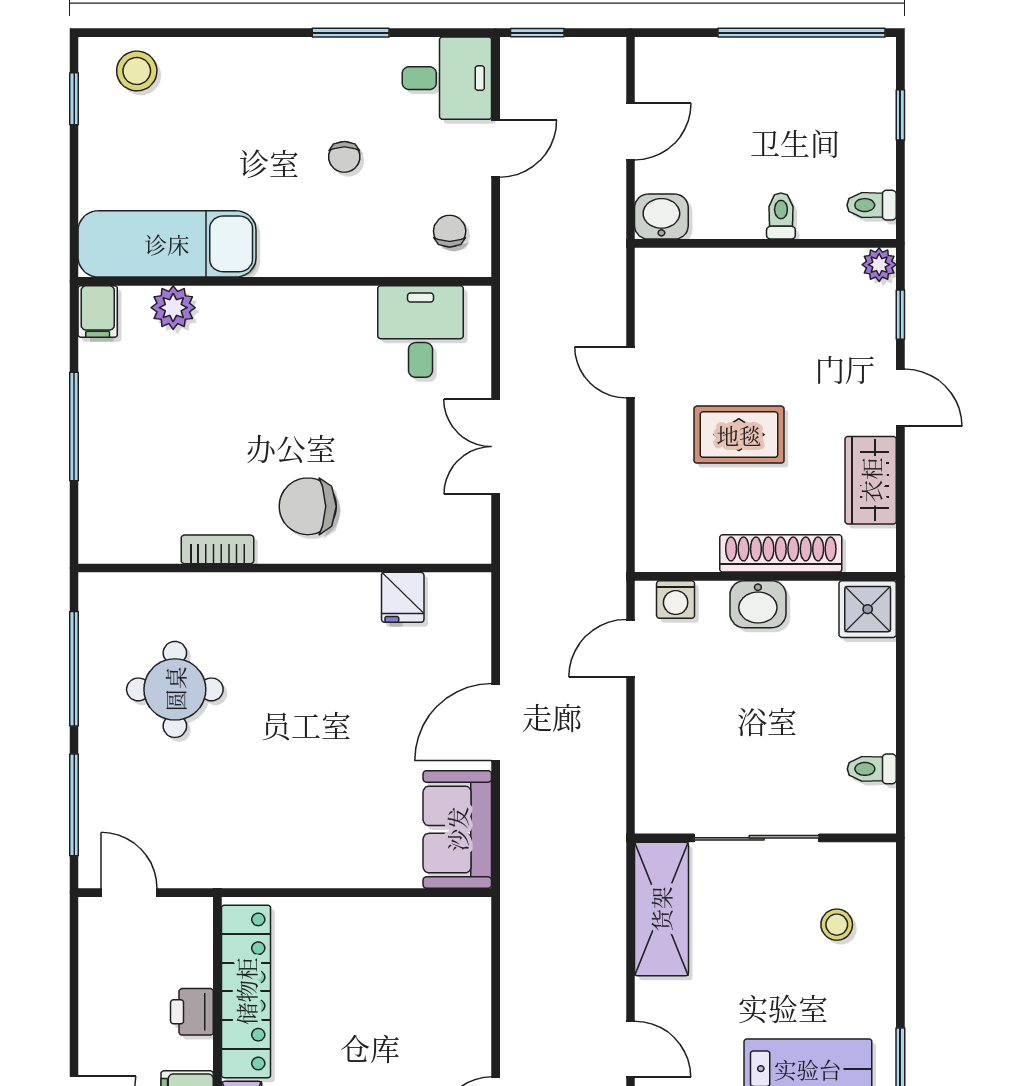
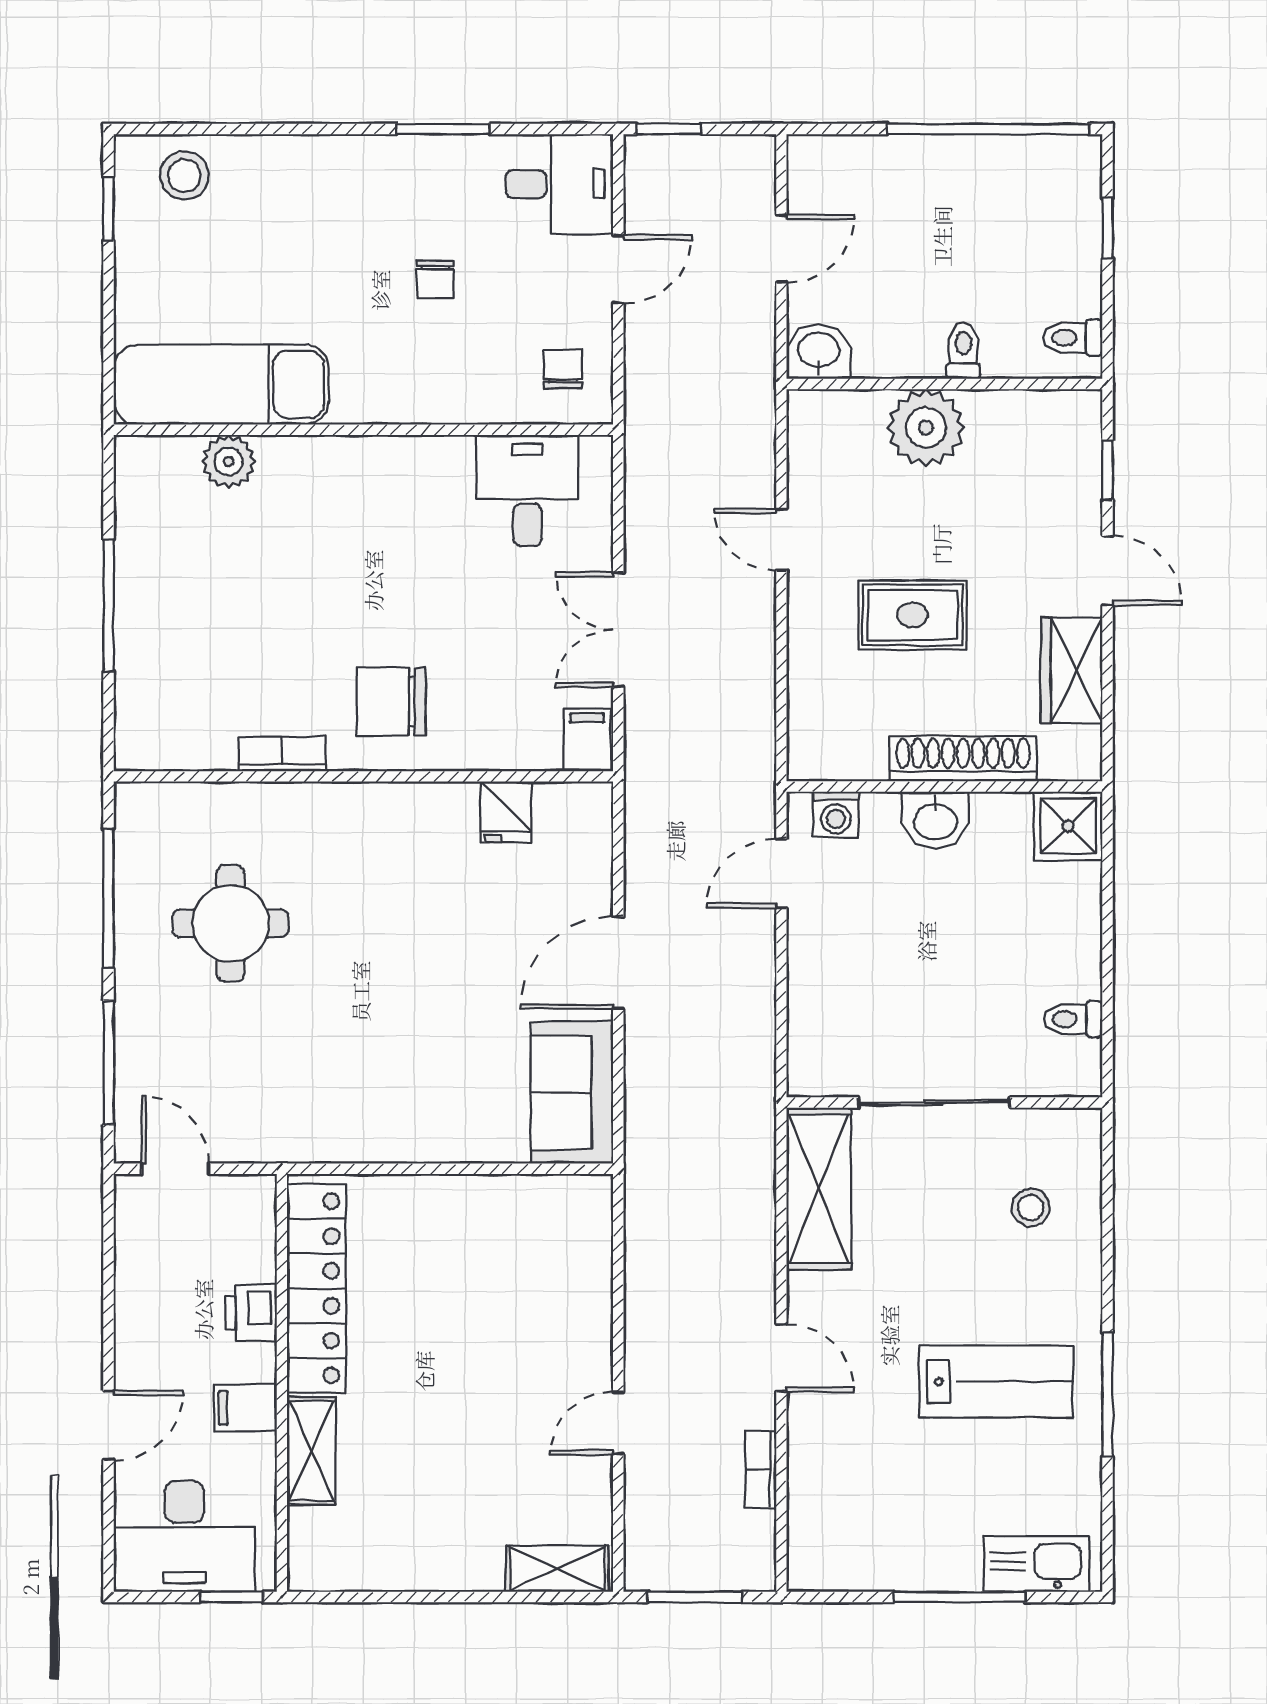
plant: (879, 265) -> (926, 428), moved, width x1.88, depth x1.88
filing cabinet: (98, 312) -> (587, 740), moved, turned 180

